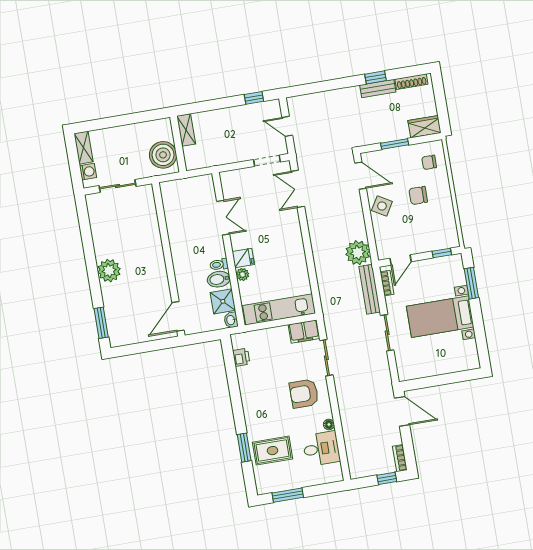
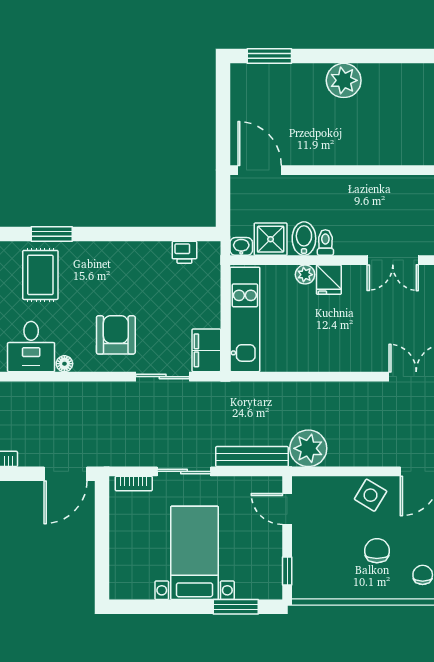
bookcase: (387, 283) -> (134, 484), moved

